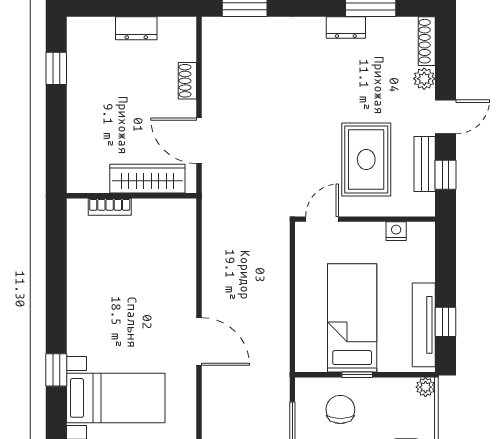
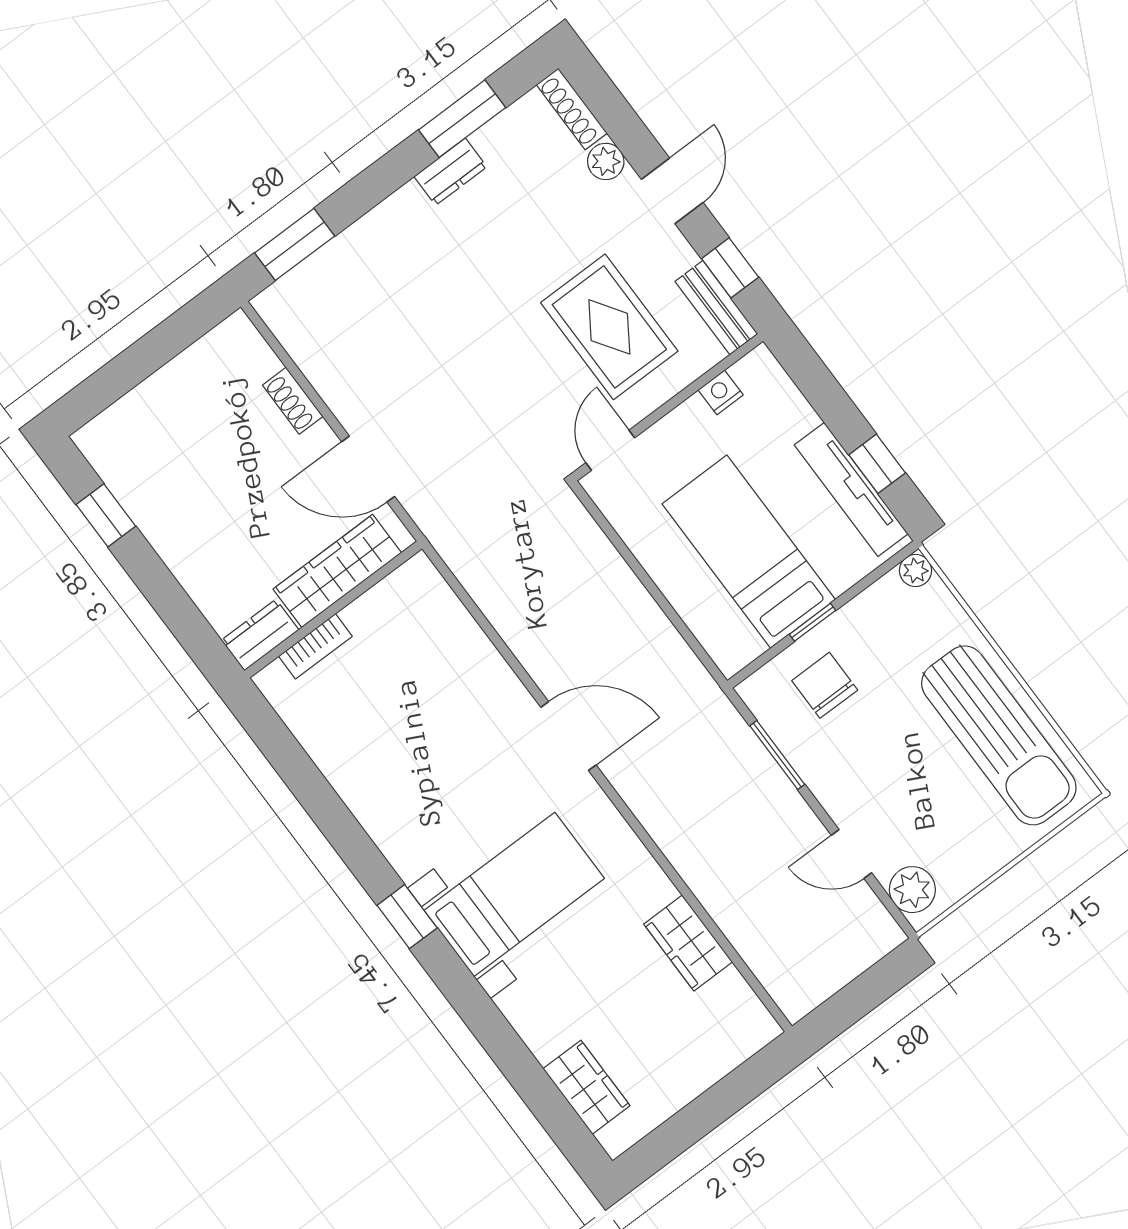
dresser: (136, 28) -> (260, 635), moved, turned 180
bench: (425, 164) -> (716, 308), moved

